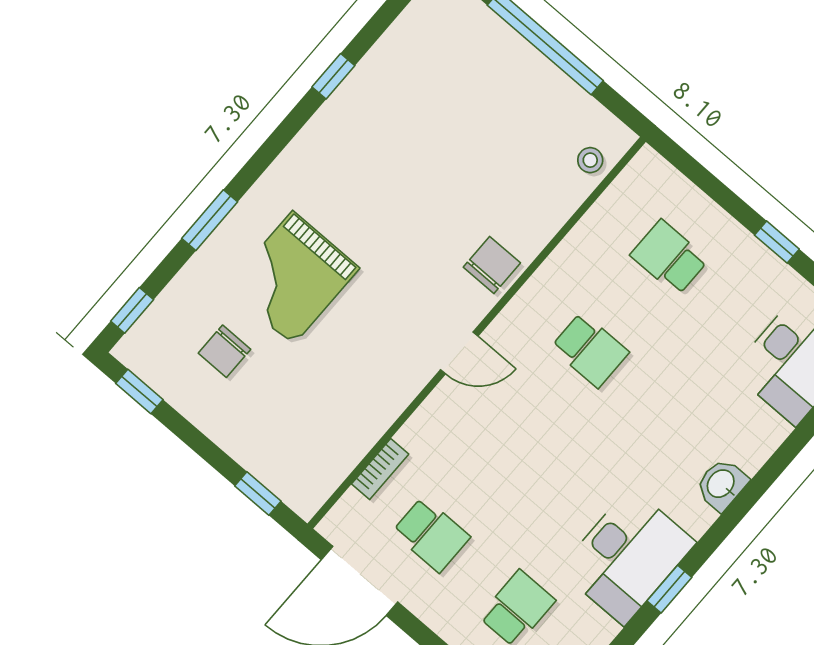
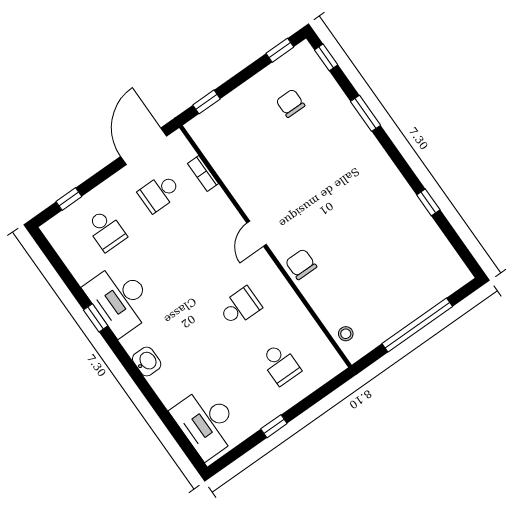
school desk: (669, 258) -> (280, 364), turned 90
chair: (492, 265) -> (301, 264), turned 180
grand piano: (293, 278) -> (322, 152), removed
school desk: (590, 350) -> (240, 307), turned 180

